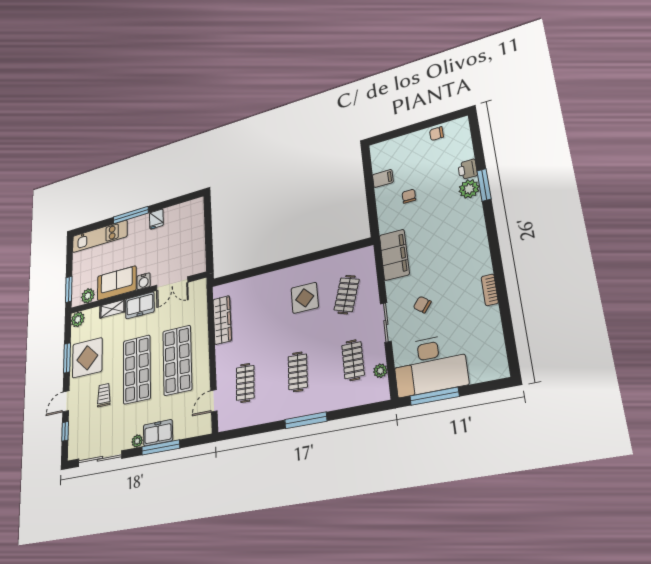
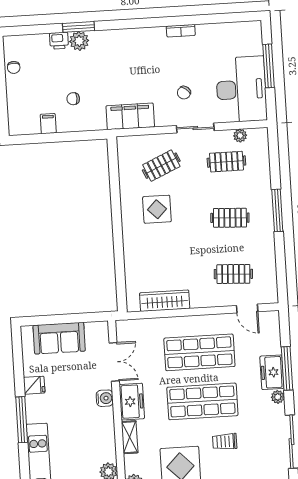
sofa: (117, 283) -> (59, 338), moved, turned -90
clothes rail: (347, 295) -> (161, 166), turned -42
window: (434, 396) -> (269, 66), moved

